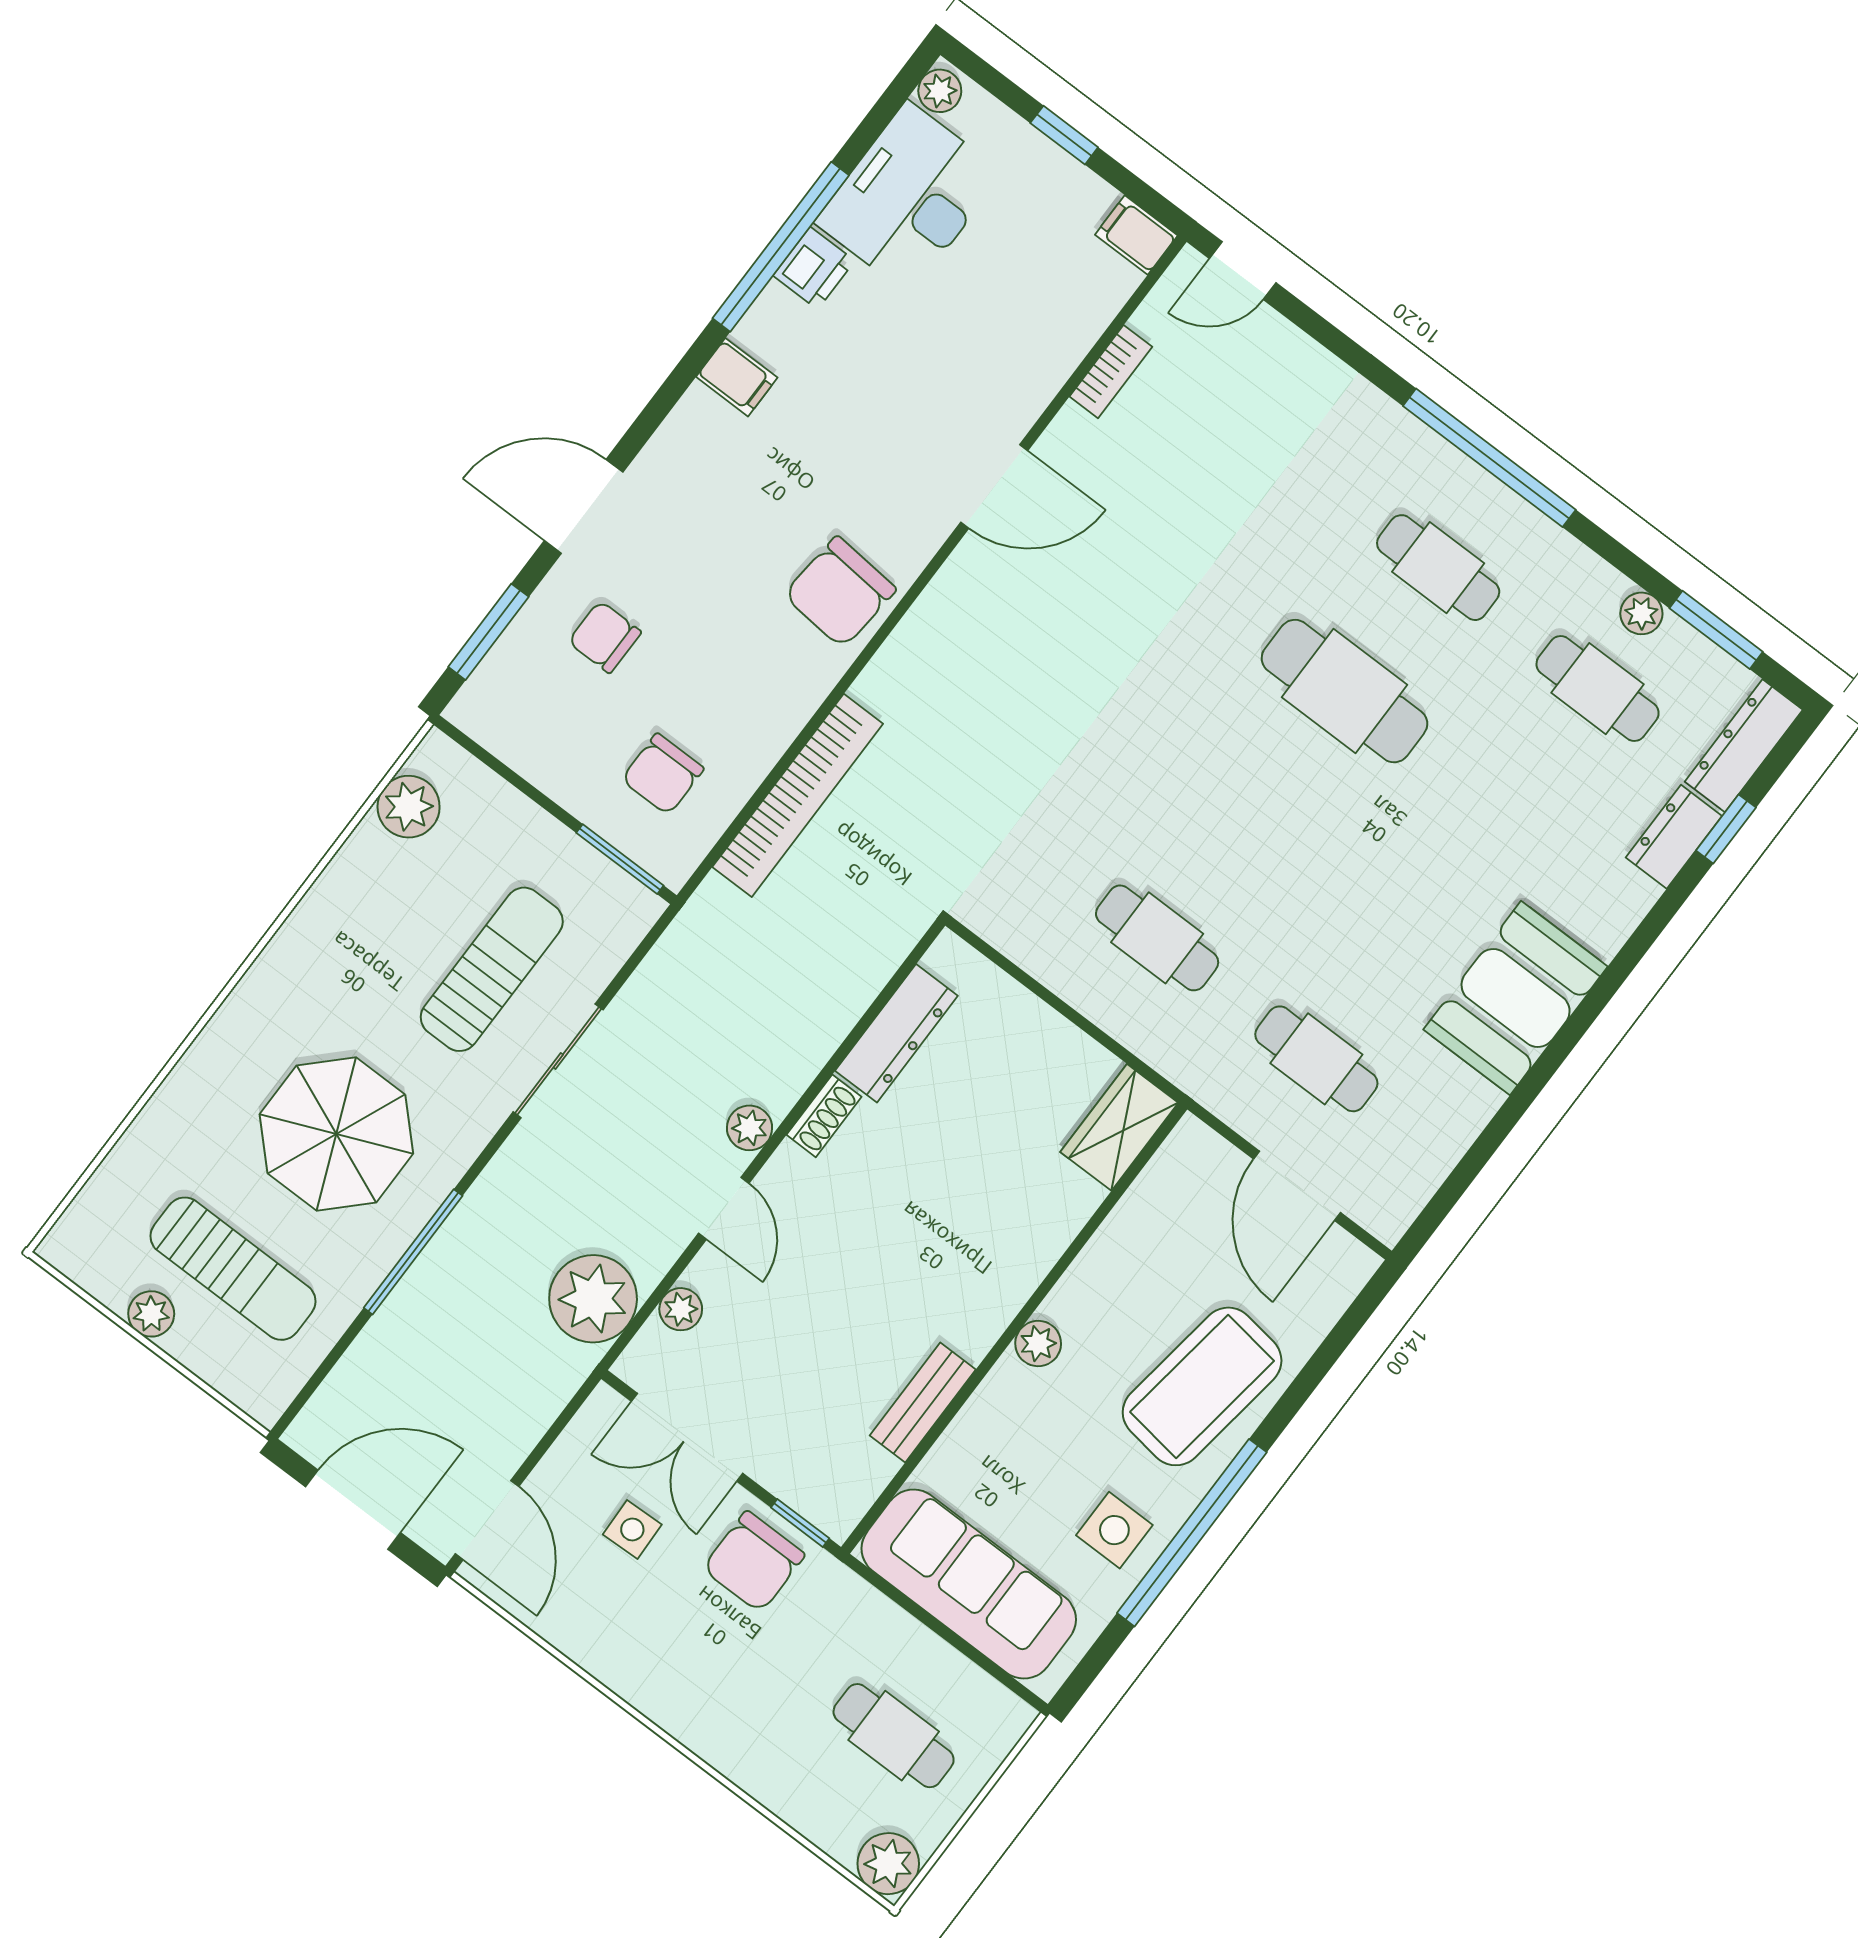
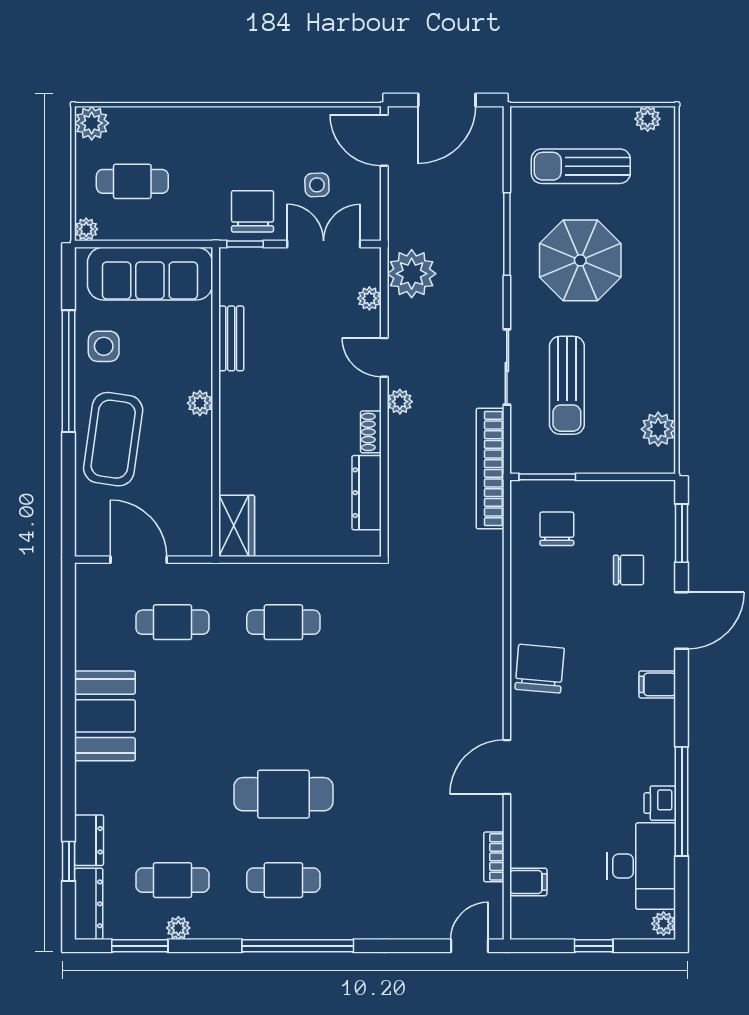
filing cabinet: (1136, 235) -> (528, 882), moved
filing cabinet: (737, 377) -> (657, 684), moved
bookcase: (798, 795) -> (490, 469), moved
plant: (151, 1314) -> (648, 119), moved
plant: (1012, 1717) -> (86, 229), added

